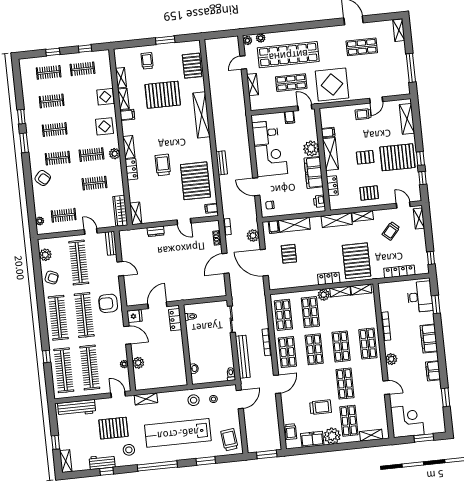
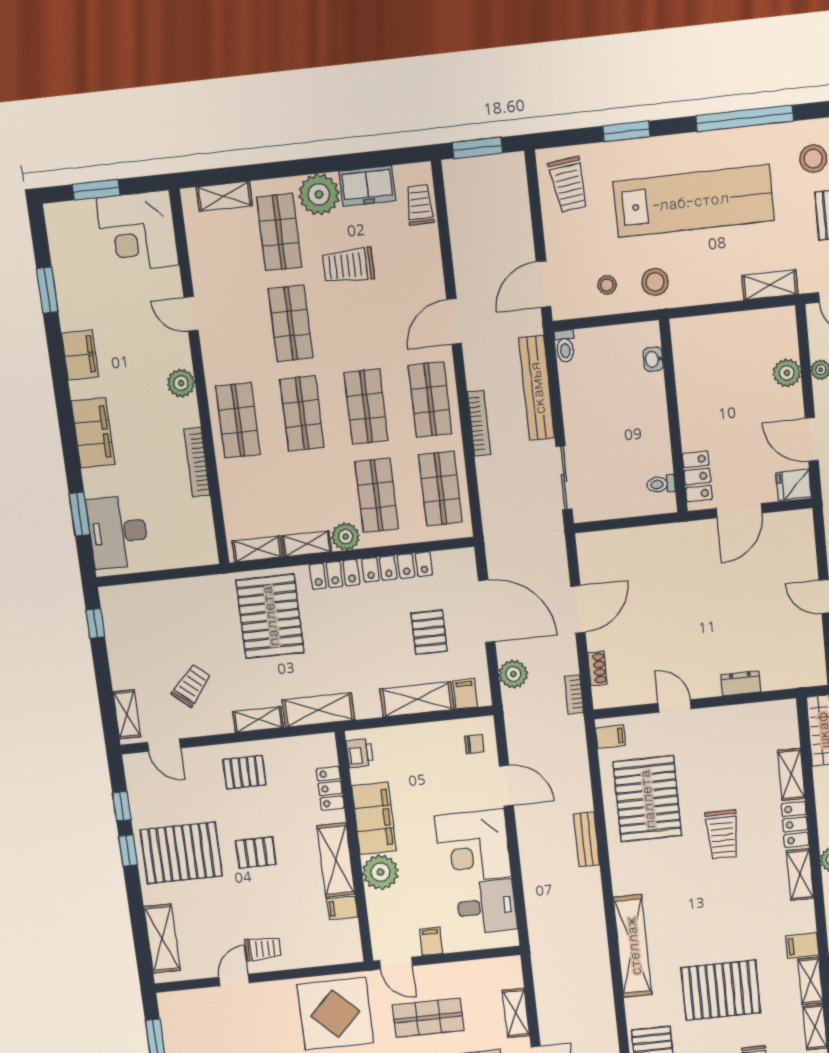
shelving: (136, 213) -> (791, 774), moved
locker: (399, 272) -> (397, 567), moved

